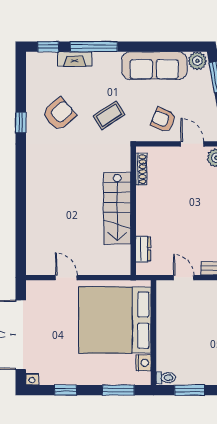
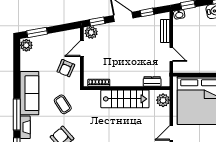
sofa: (154, 66) -> (29, 93), moved
plant: (115, 265) -> (163, 100), added
door: (184, 278) -> (171, 54), swing flipped

